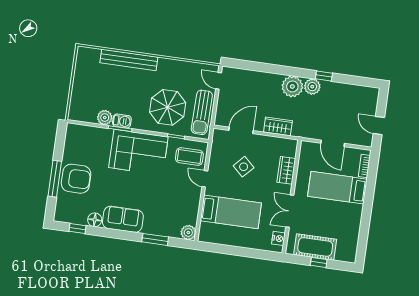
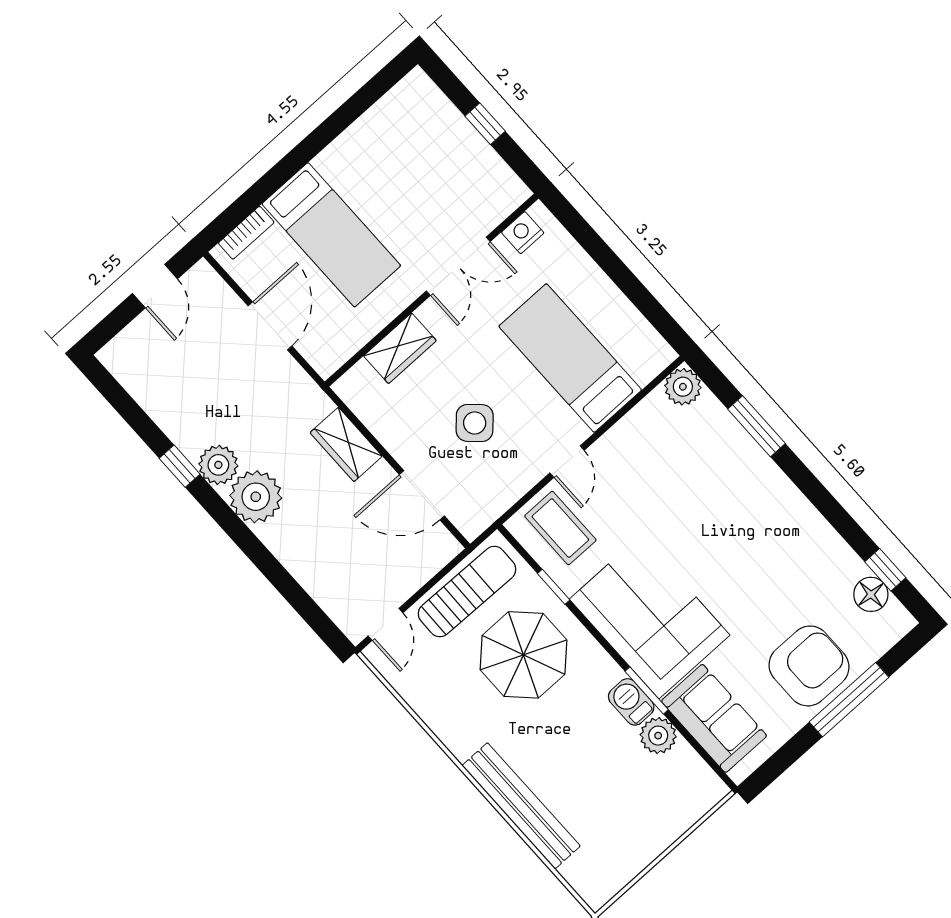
armchair: (76, 179) -> (809, 666), turned 90
sofa: (123, 219) -> (714, 718), moved, turned 180
floor lamp: (95, 220) -> (871, 594), moved
cot: (315, 247) -> (467, 158), removed

